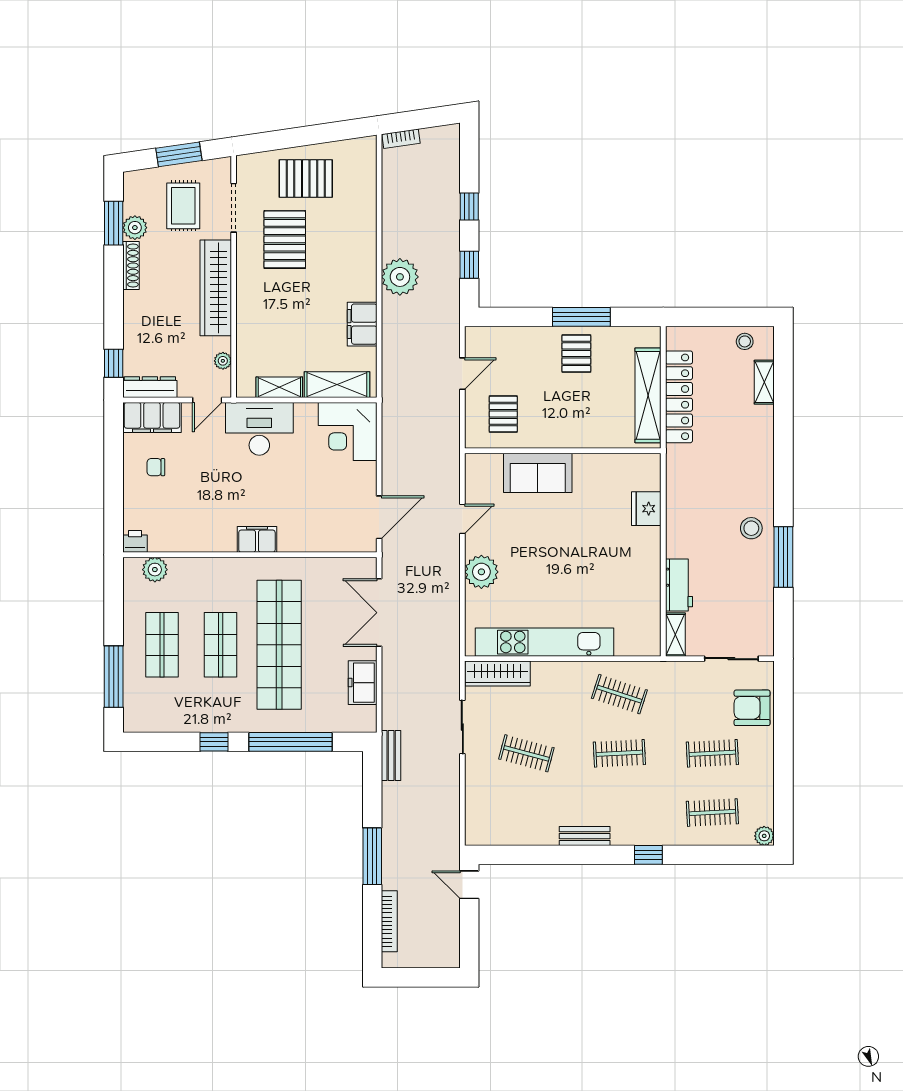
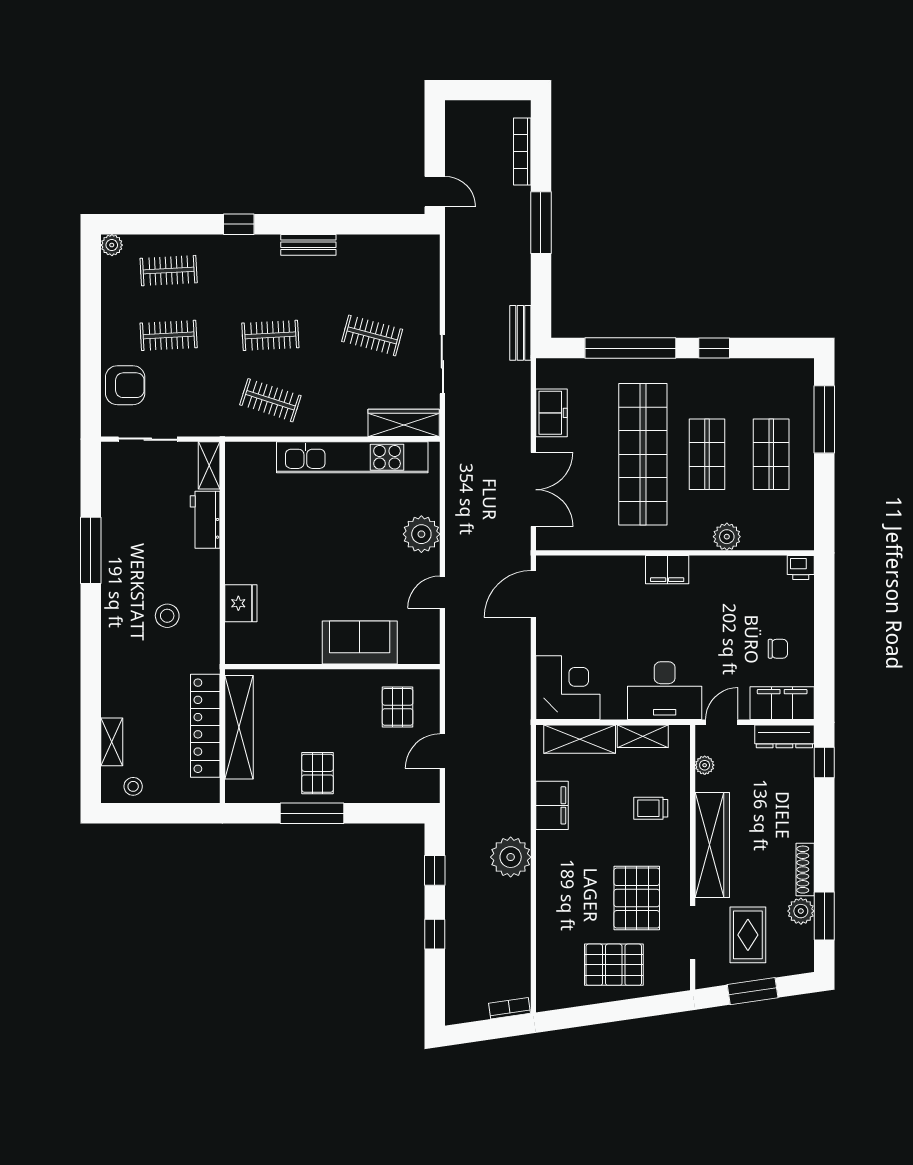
trolley: (272, 321) -> (651, 808), added
stool: (751, 528) -> (167, 616), moved
plant: (155, 570) -> (727, 537), moved

